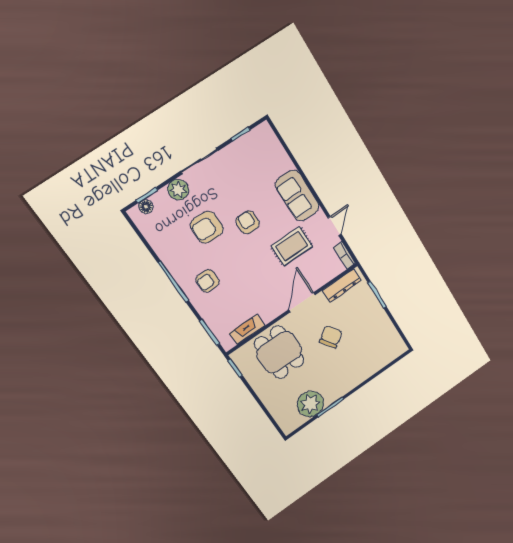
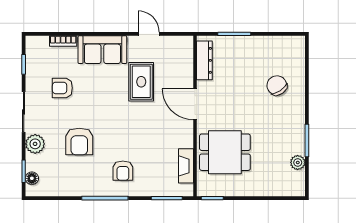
armchair: (248, 222) -> (62, 88), moved
bookcase: (345, 255) -> (63, 41), moved
chair: (331, 337) -> (277, 85), moved
plant: (310, 404) -> (298, 162), width x0.53, depth x0.53

